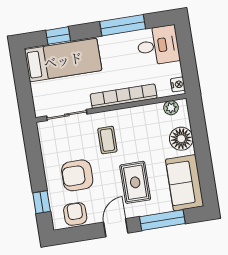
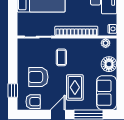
armchair: (75, 214) -> (33, 102), turned 90

